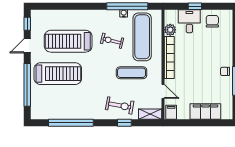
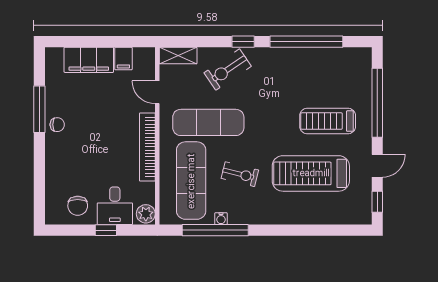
plant: (170, 30) -> (146, 214), moved
treadmill: (68, 41) -> (311, 173), turned 180
exercise mat: (132, 73) -> (208, 122), width x1.36, depth x1.45
treadmill: (58, 74) -> (328, 121), width x0.73, depth x0.73
exercise bike: (120, 105) -> (228, 70), turned -44
filing cabinet: (171, 112) -> (123, 58), moved
window: (124, 123) -> (243, 42), moved

